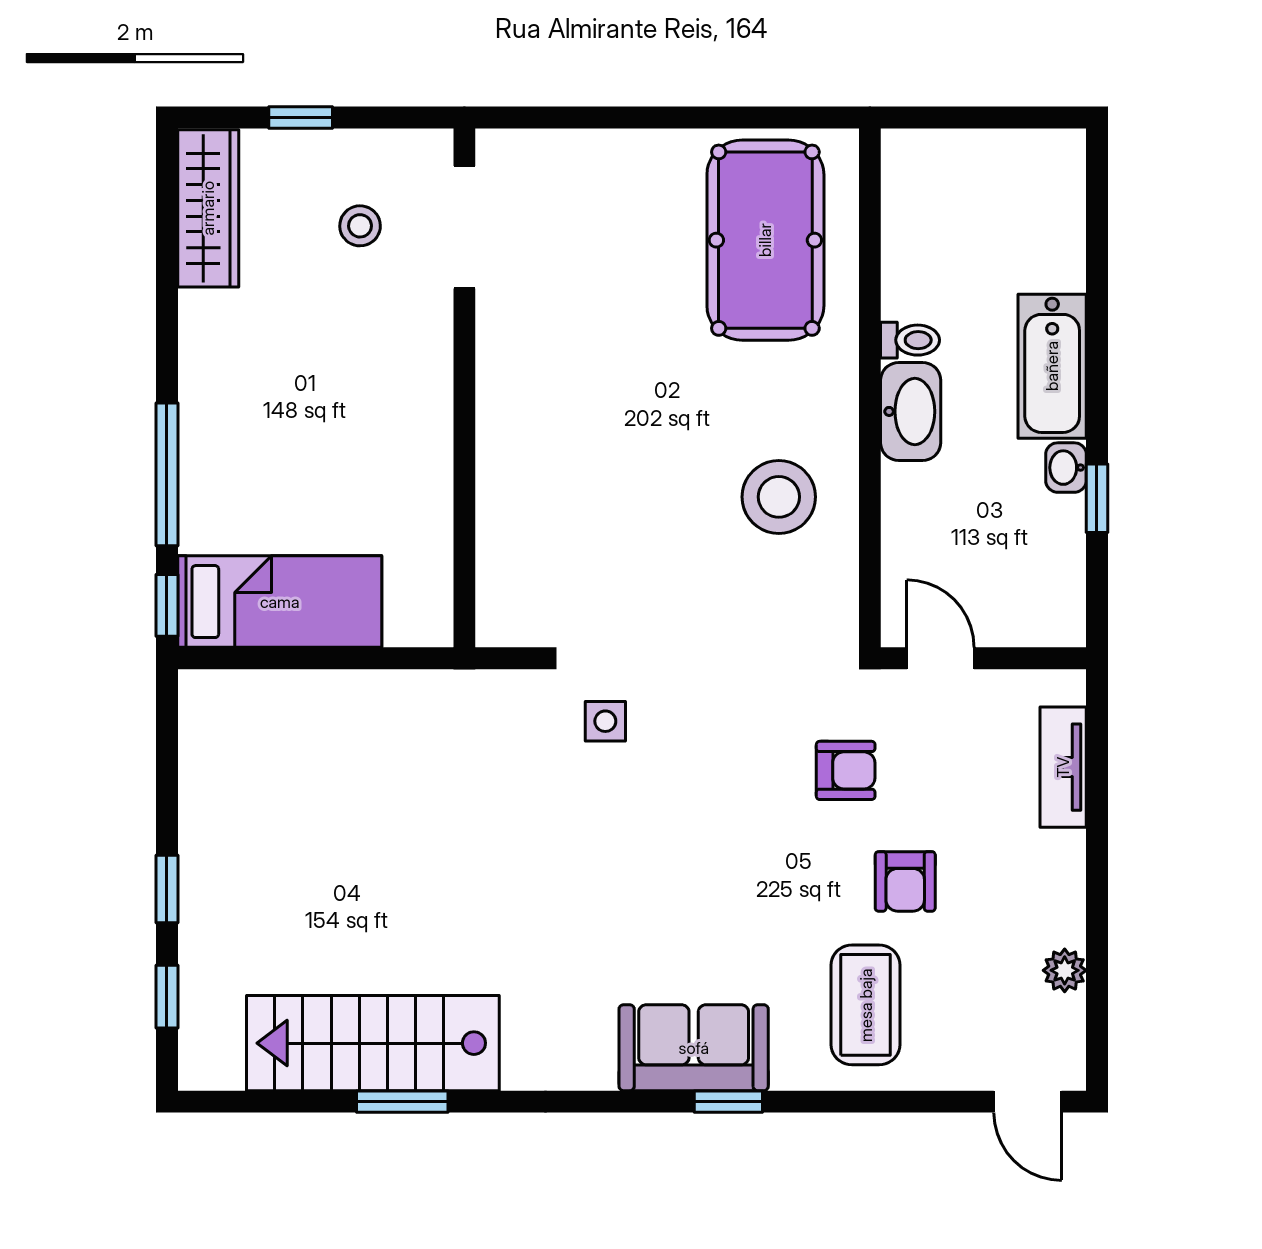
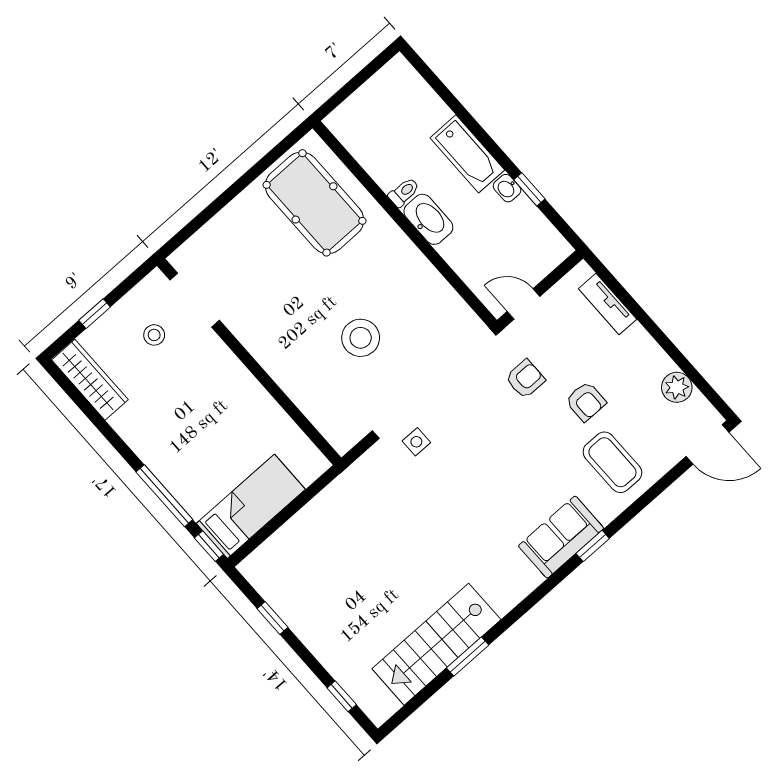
stool: (779, 497) -> (361, 338), moved
window: (167, 889) -> (273, 618), moved
plant: (1065, 970) -> (677, 387), width x1.38, depth x1.38
door: (1028, 1102) -> (708, 444), width x1.38

